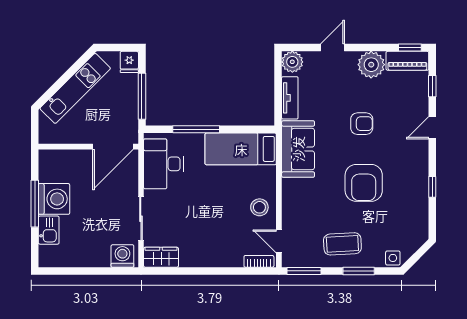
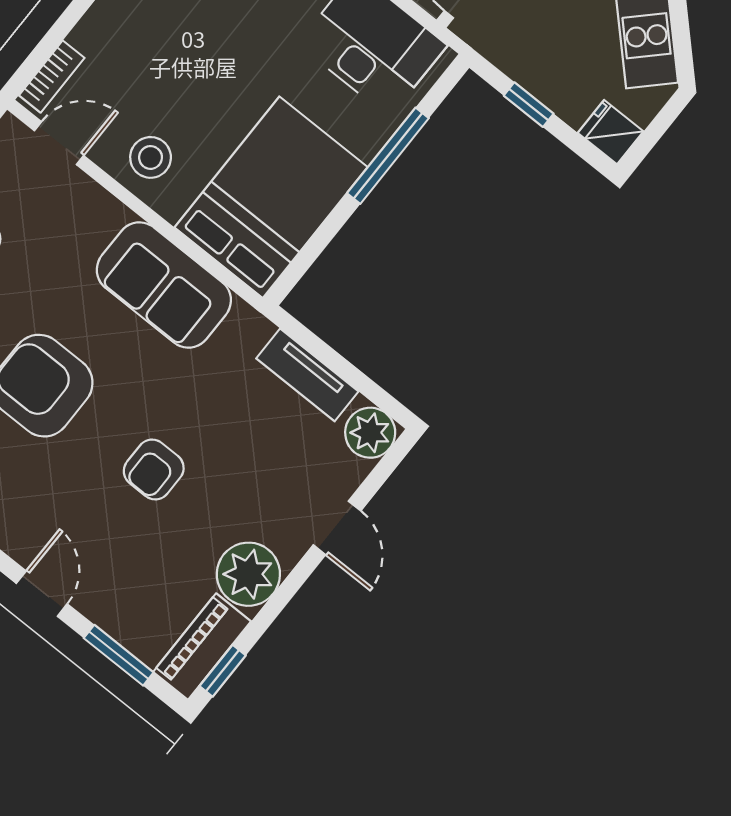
window: (432, 86) -> (119, 655), width x1.50
window: (142, 96) -> (529, 105), width x0.46
bed: (241, 149) -> (271, 197), width x1.50
sofa: (298, 149) -> (164, 285), moved

